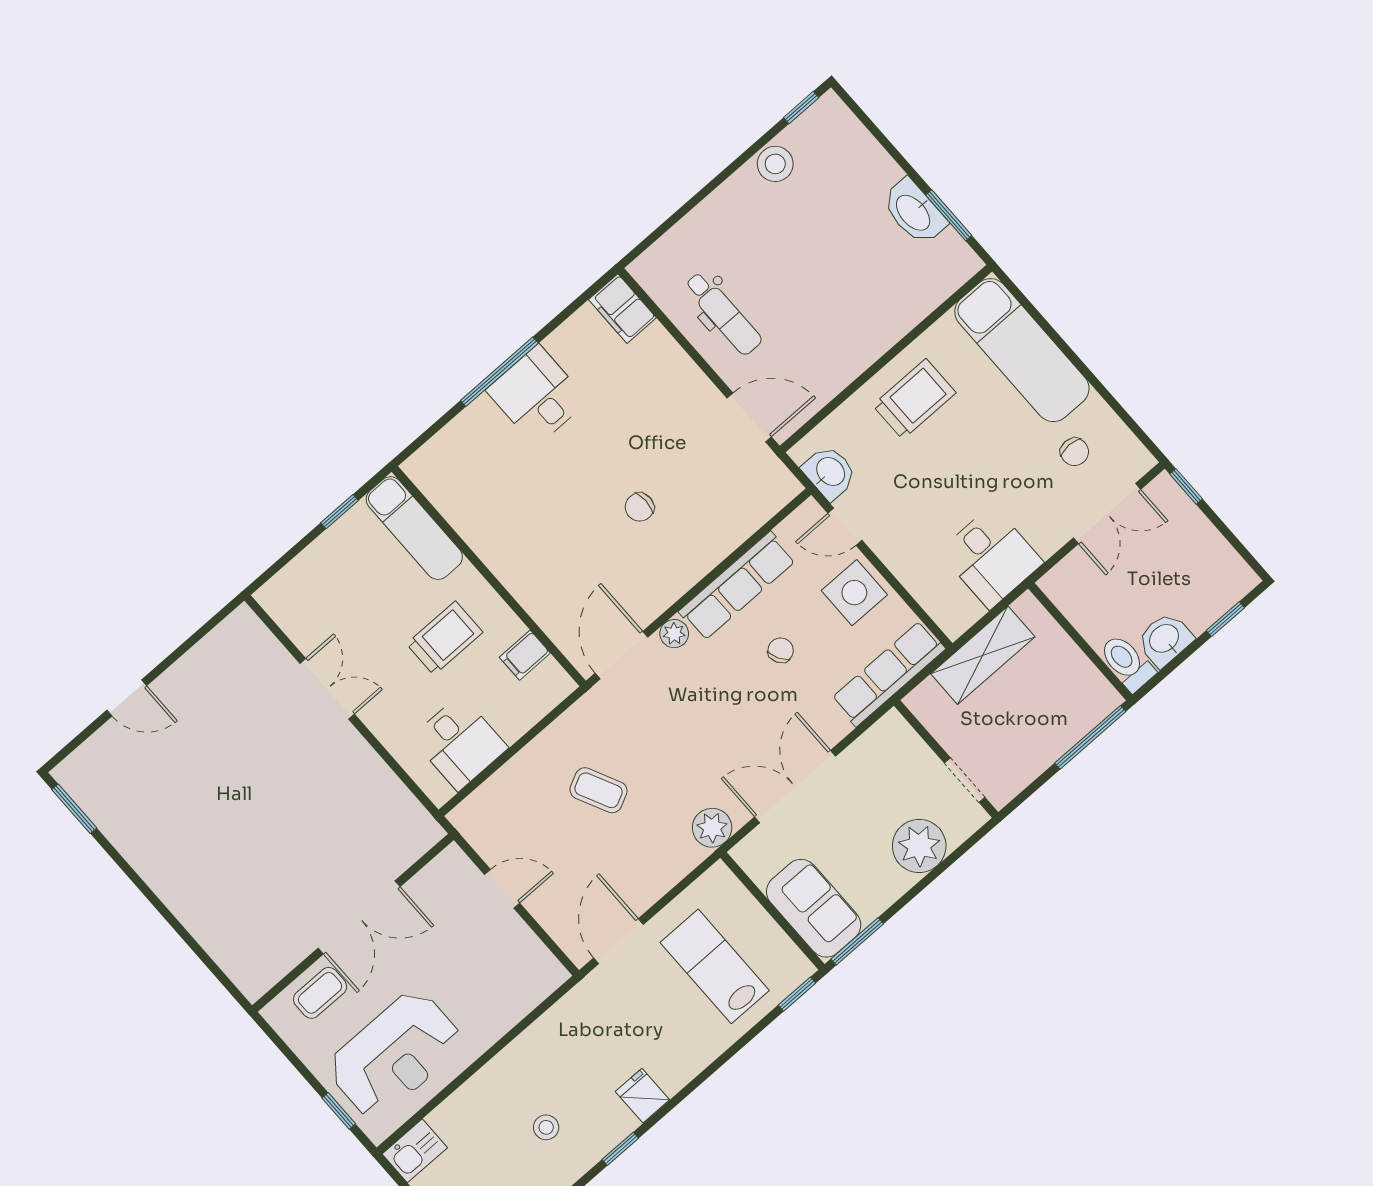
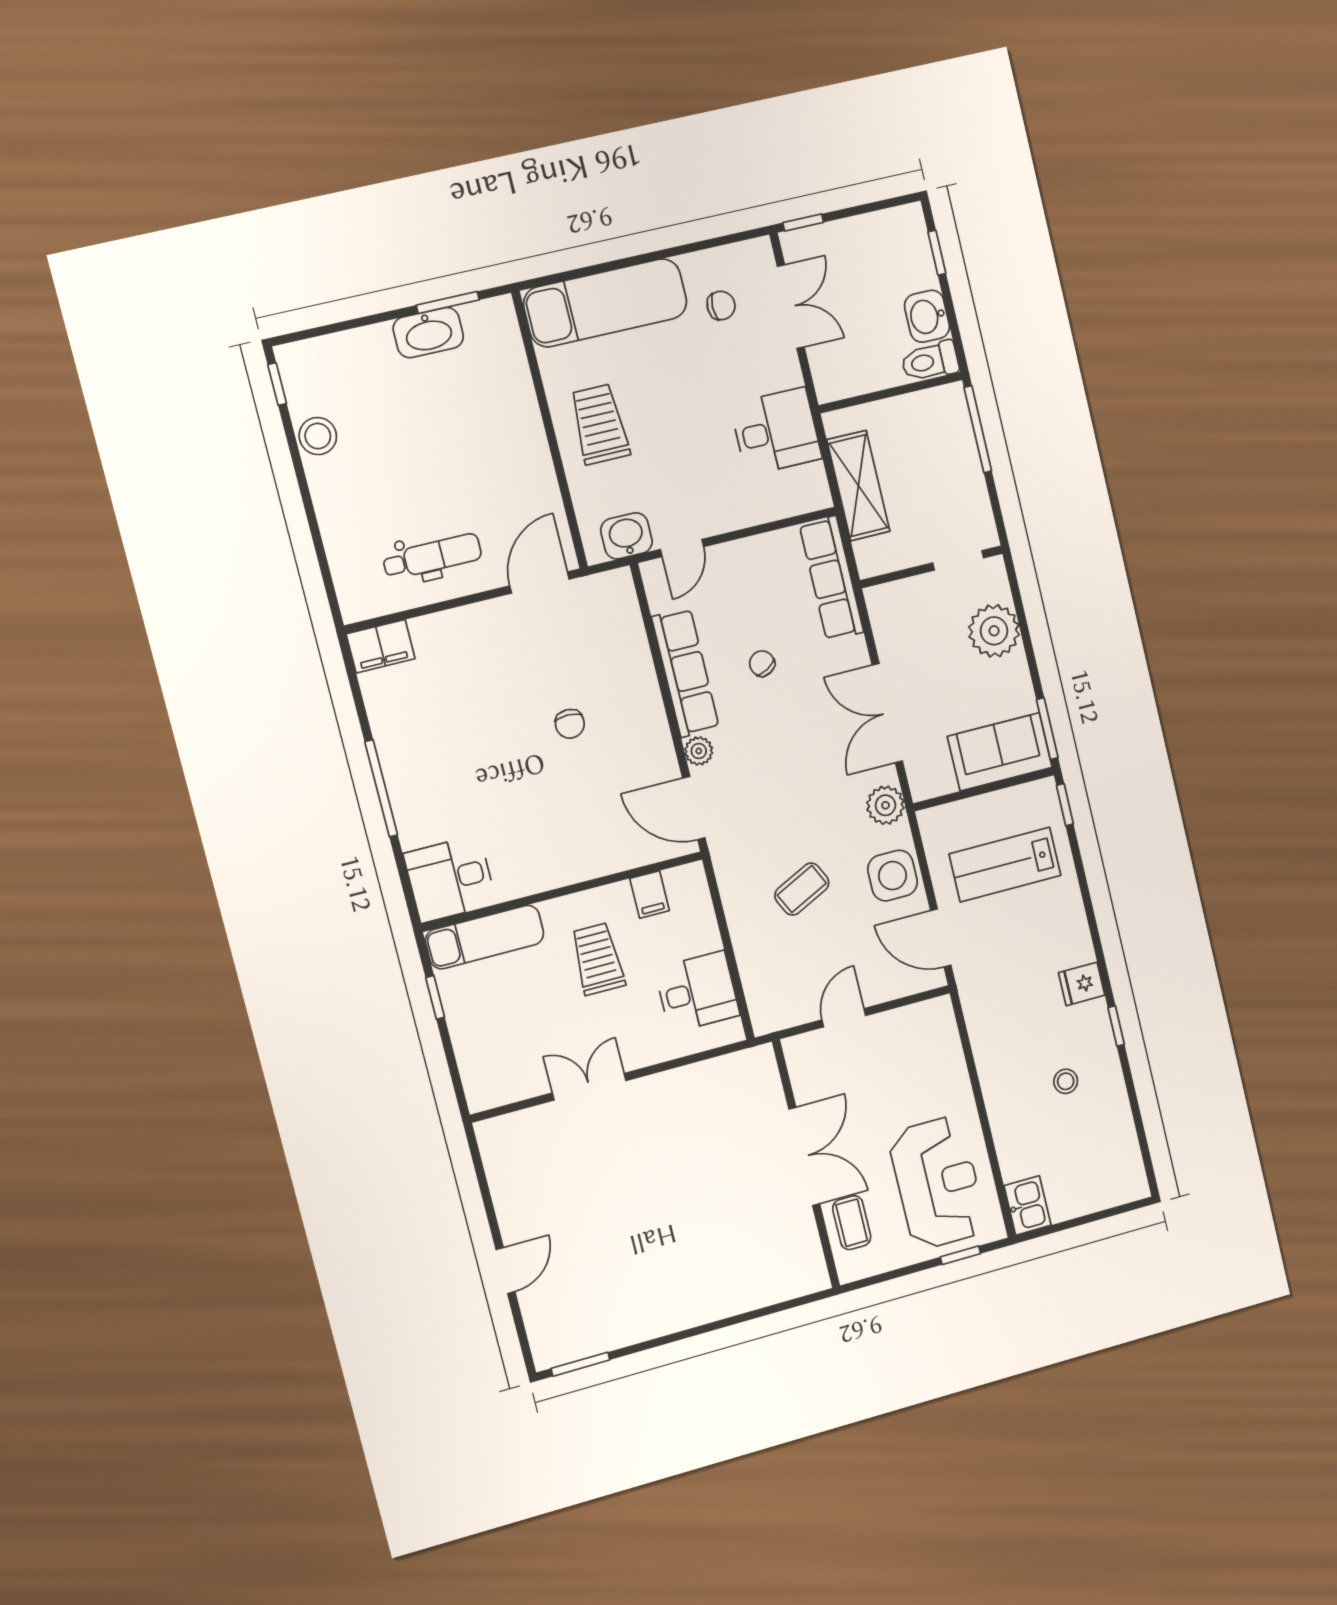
desk: (537, 395) -> (450, 879), moved
side table: (854, 593) -> (893, 876), moved

